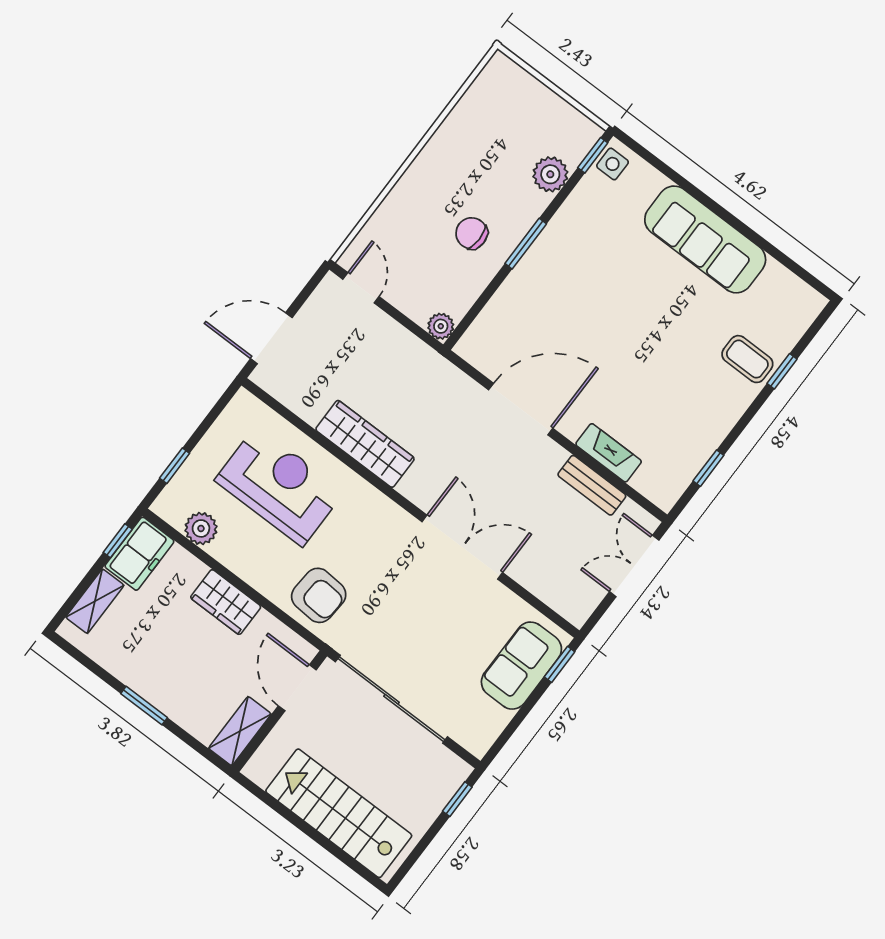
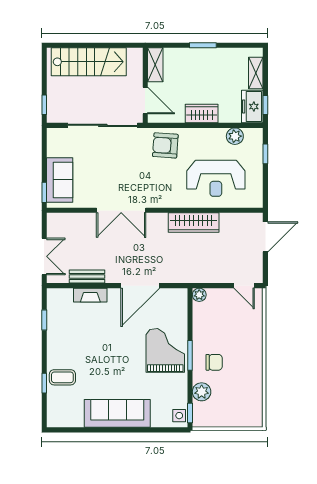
chair: (472, 233) -> (214, 362), moved
grand piano: (558, 280) -> (165, 350), added

